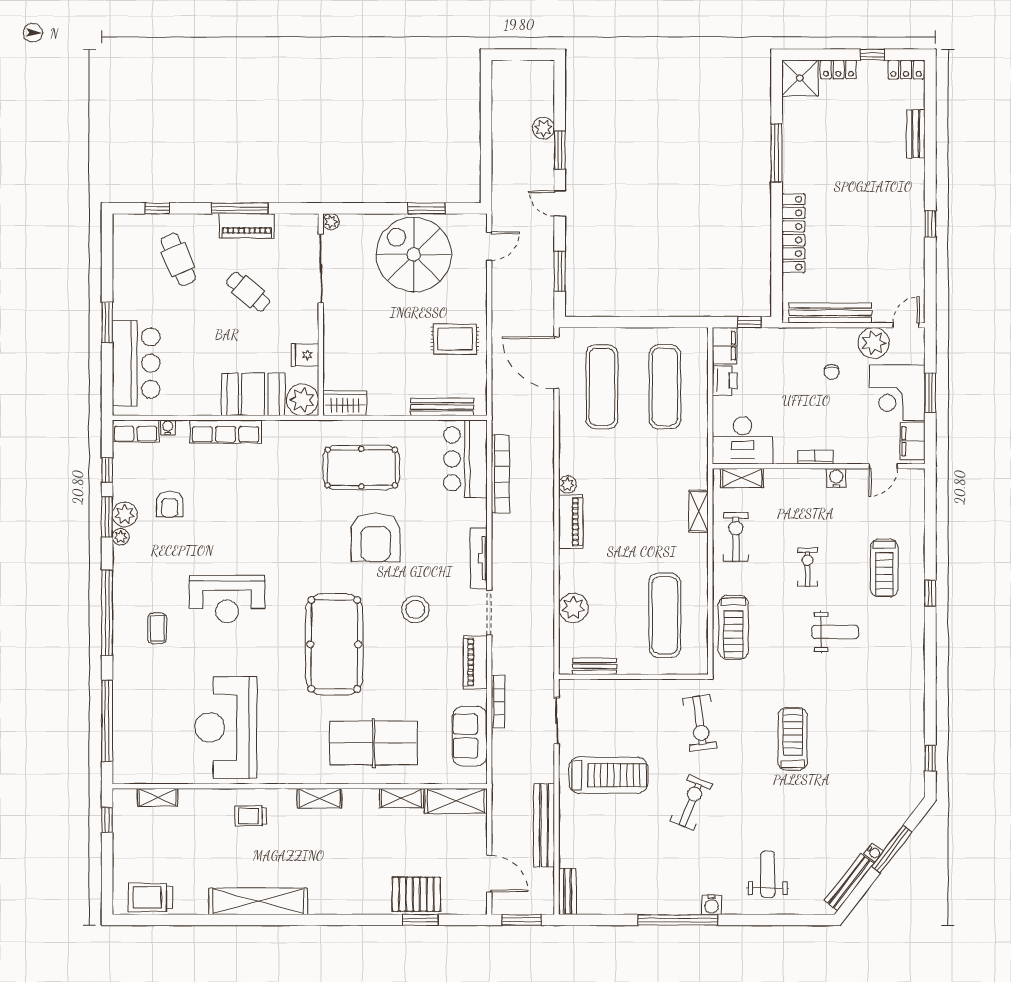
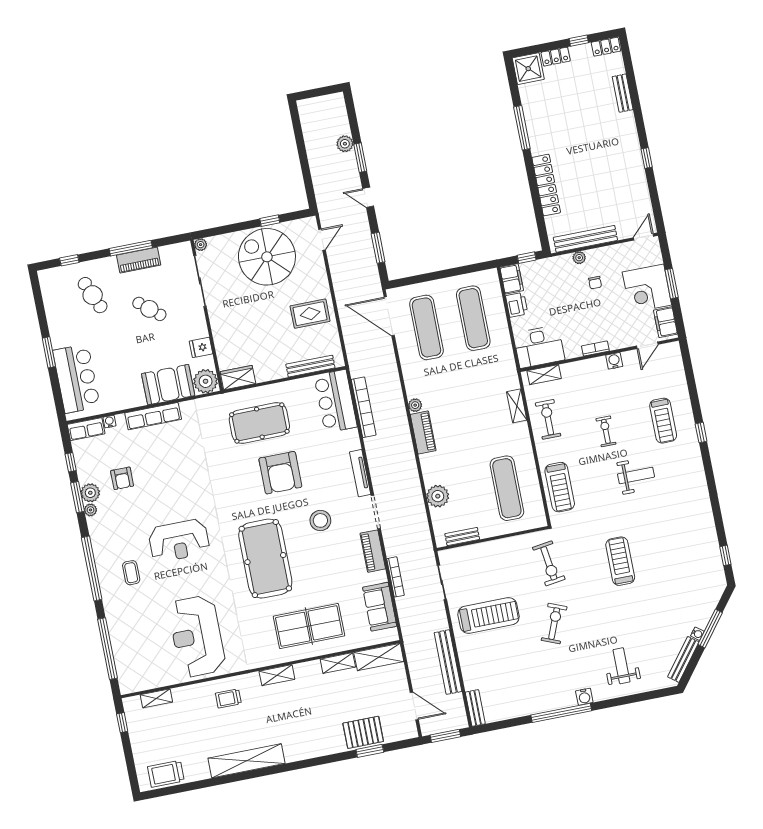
window: (427, 208) -> (270, 221), width x0.67
plant: (874, 343) -> (579, 258), moved, width x0.53, depth x0.53

